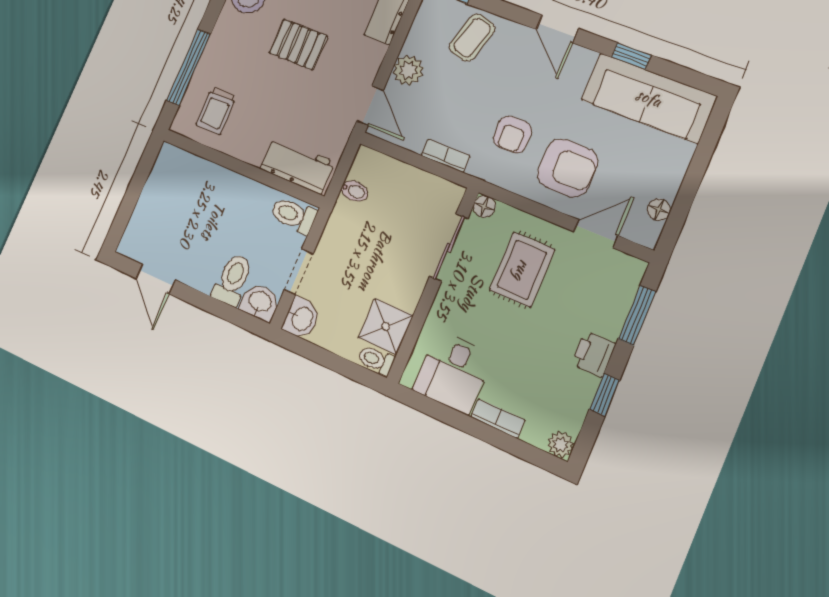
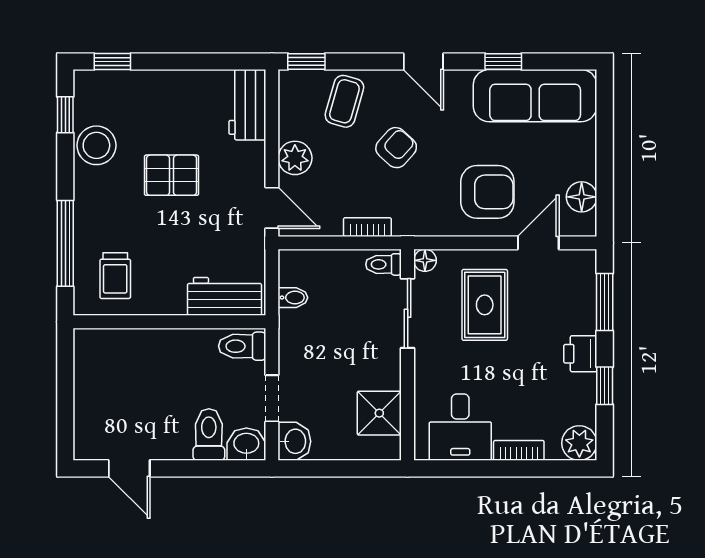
armchair: (512, 135) -> (396, 148), moved, turned -138
floor lamp: (659, 210) -> (582, 197), width x1.37, depth x1.37
toilet: (376, 360) -> (383, 264), moved
plant: (561, 444) -> (579, 443), width x1.38, depth x1.38

